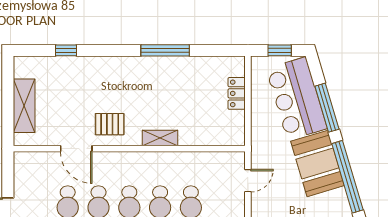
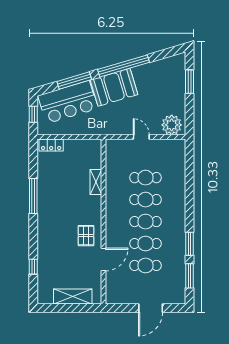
locker: (237, 93) -> (51, 145), moved
shelving: (160, 138) -> (96, 182), moved
door: (248, 181) -> (141, 137), moved

